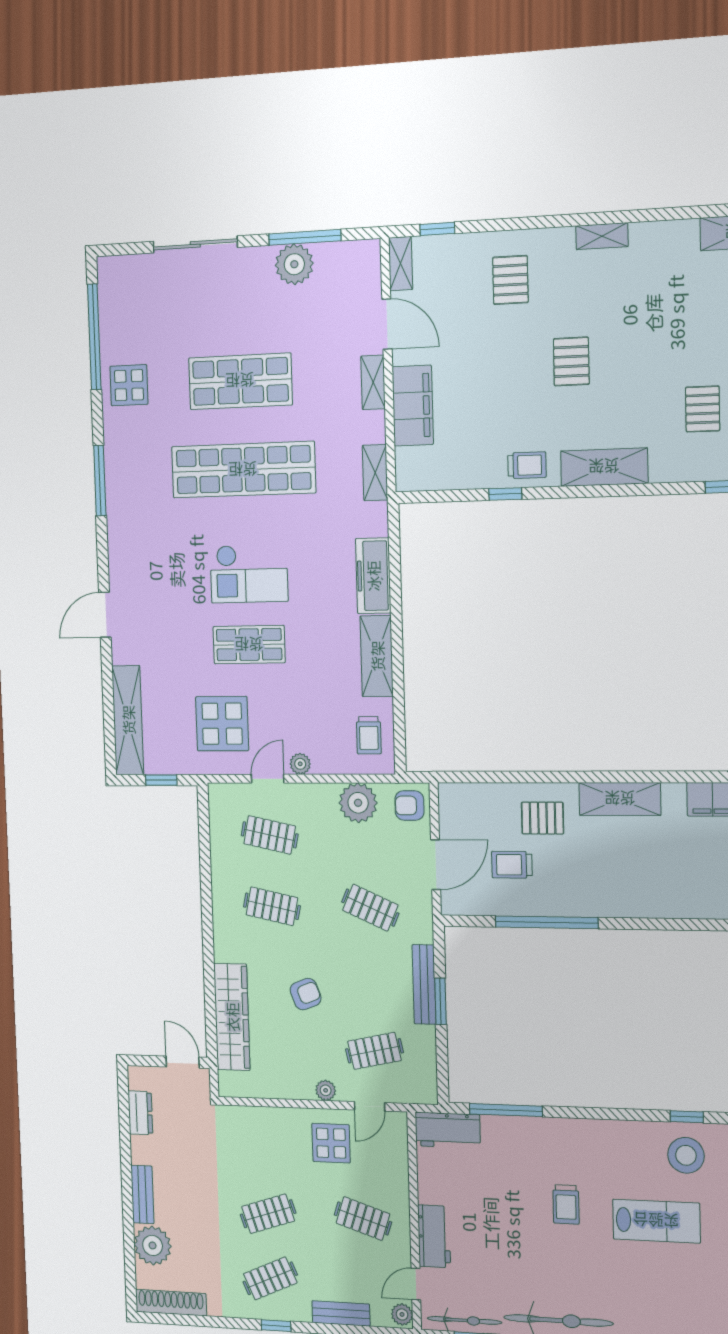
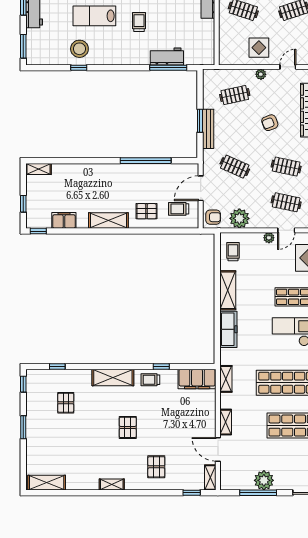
filing cabinet: (413, 406) -> (197, 379), moved, turned -90
trolley: (512, 865) -> (179, 209), moved, turned 180
door: (370, 1106) -> (288, 67), moved
workbench: (448, 1130) -> (167, 56), moved

